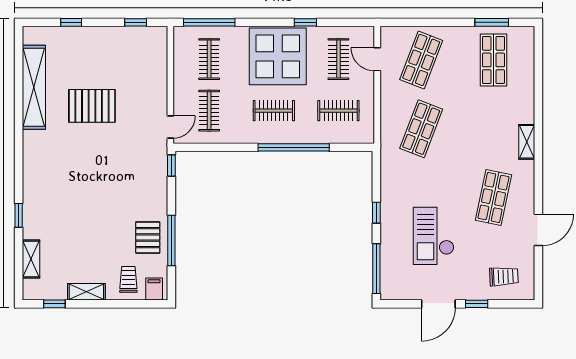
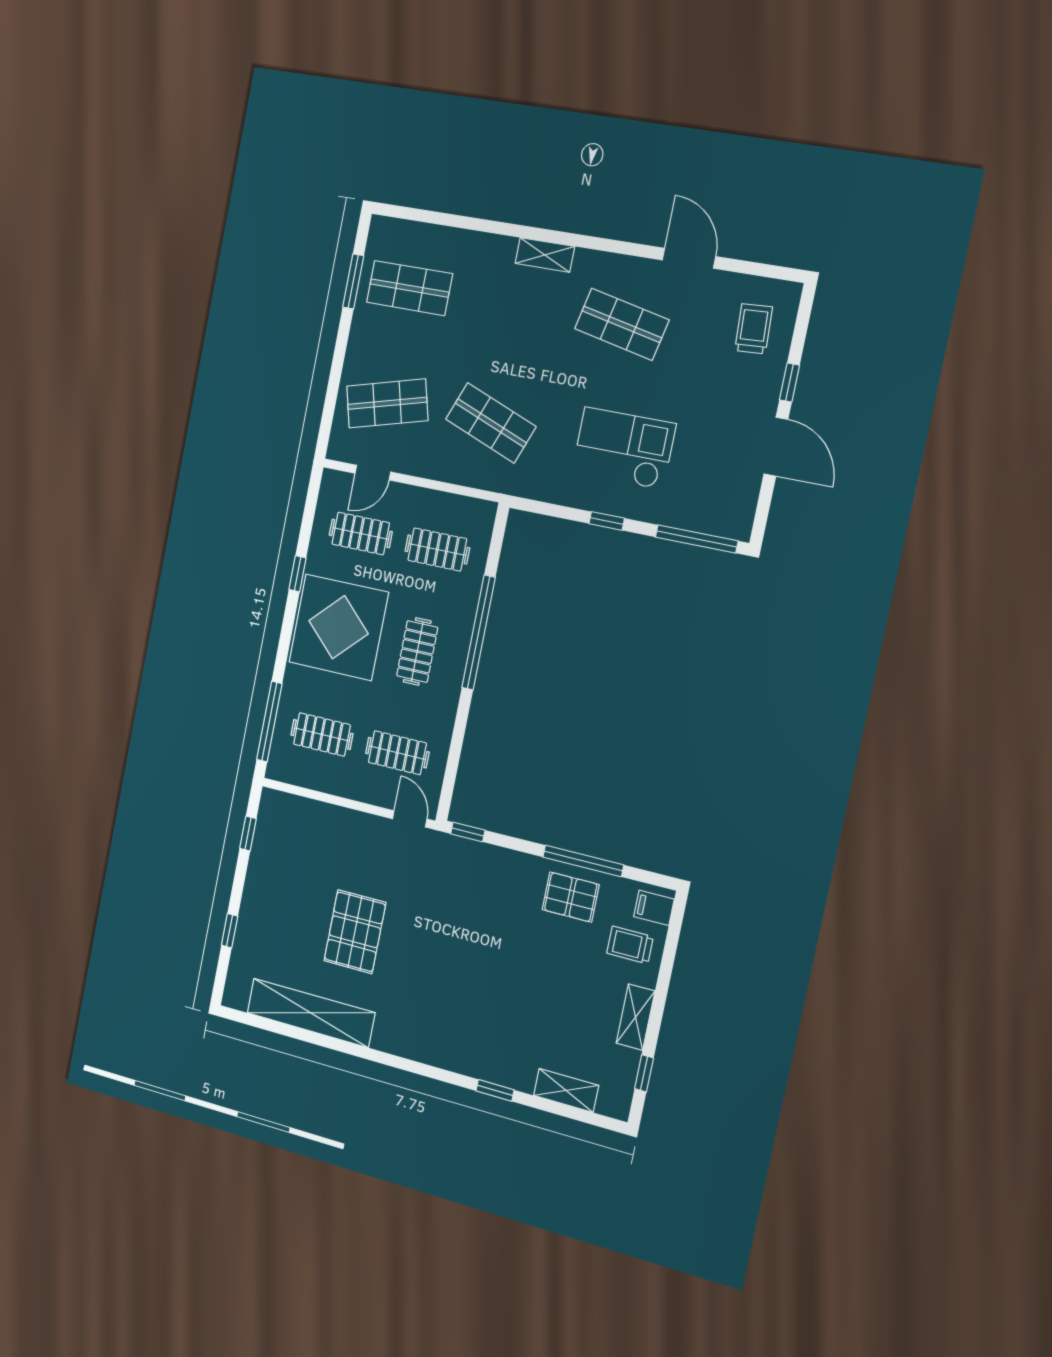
shop shelf: (421, 60) -> (387, 403), turned -36
clothes rail: (338, 111) -> (437, 549), turned 90
checkout: (434, 236) -> (624, 448), moved, turned 180

